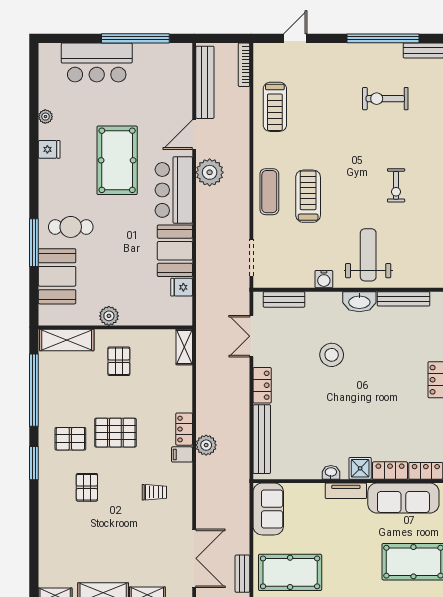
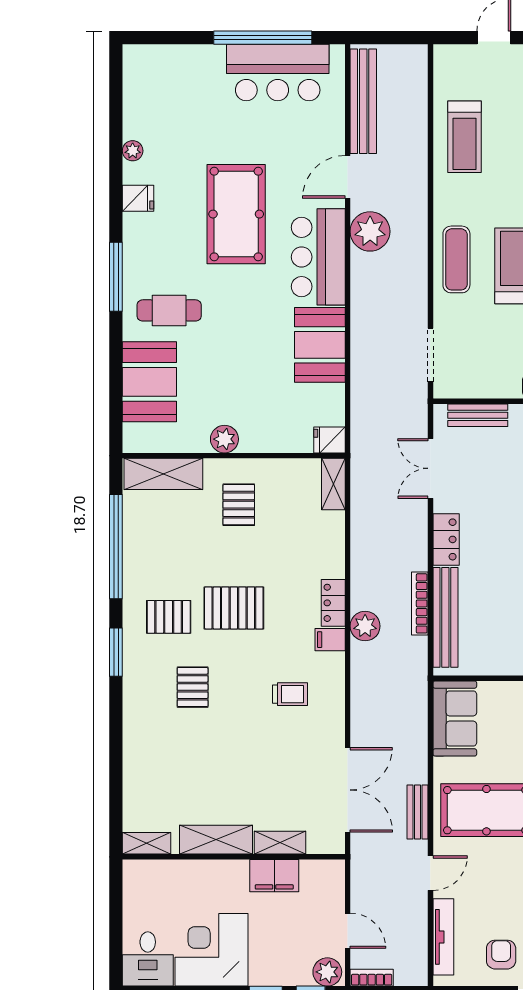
bar counter: (97, 62) -> (278, 72), moved
bookcase: (244, 65) -> (420, 603), moved
window: (34, 243) -> (116, 277), moved
fridge: (182, 287) -> (329, 440), moved

